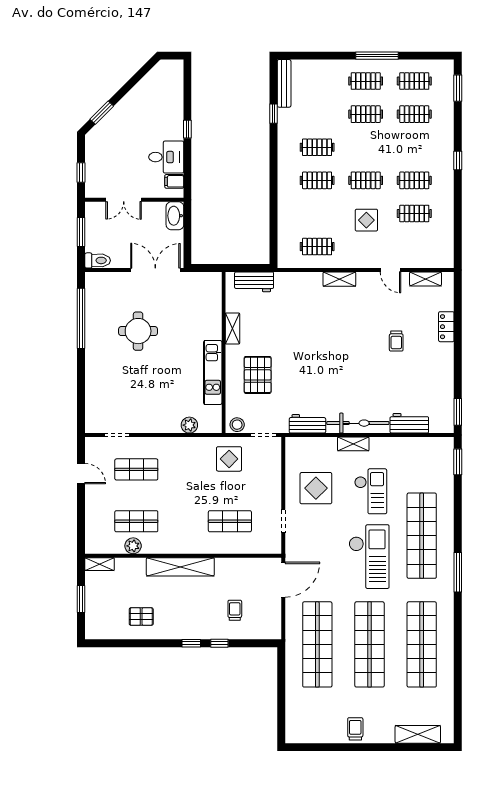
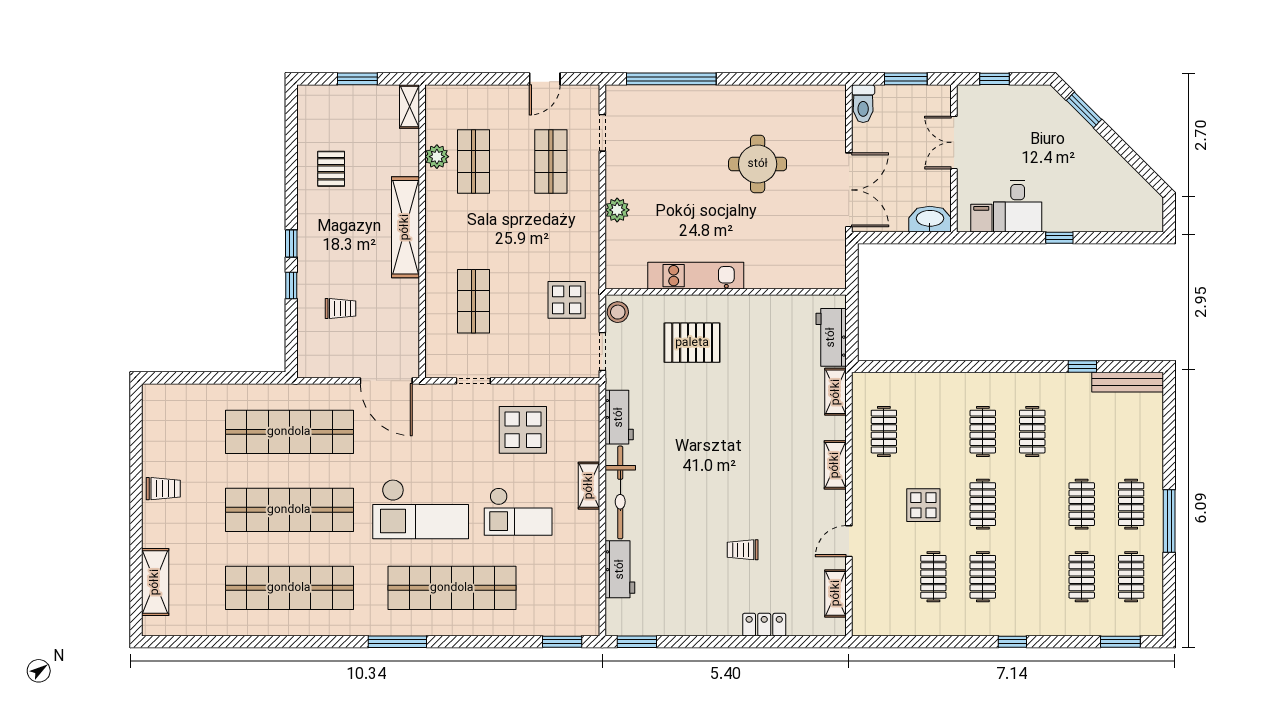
window: (81, 318) -> (671, 79), moved
shelving: (233, 329) -> (836, 392), moved, turned 90
plant: (189, 425) -> (617, 210), moved

